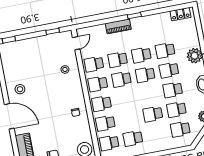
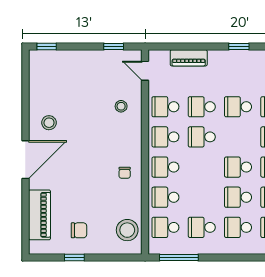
piano: (118, 26) -> (189, 58), moved
door: (76, 43) -> (145, 71), swing flipped
school desk: (145, 75) -> (238, 167), moved
door: (9, 116) -> (25, 160), hinge flipped
school desk: (157, 134) -> (238, 227), added

